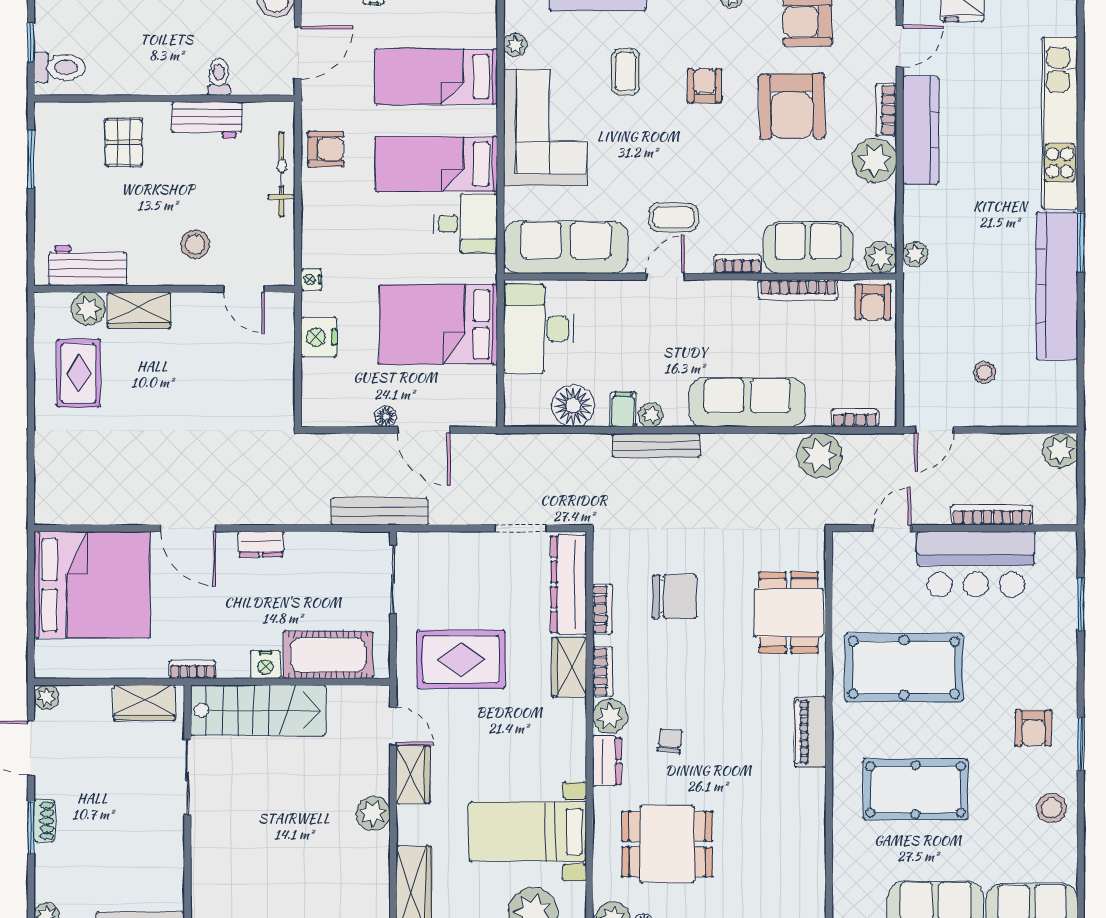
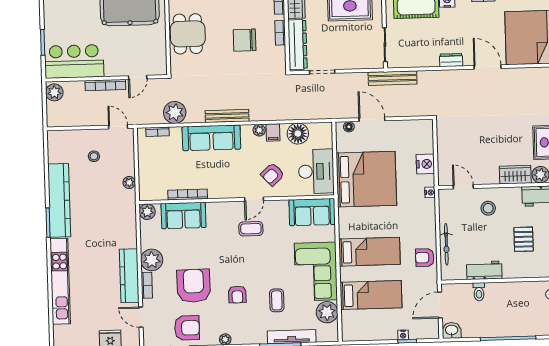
plant: (515, 45) -> (327, 312), width x1.88, depth x1.88
door: (900, 46) -> (141, 317), hinge flipped
pallet: (124, 142) -> (524, 239), moved
desk: (465, 224) -> (354, 223), removed
sofa: (566, 247) -> (312, 212), width x0.73
plant: (915, 254) -> (129, 182), moved
bookcase: (738, 264) -> (218, 206), removed
armchair: (873, 302) -> (273, 174), moved, turned -133
bed: (438, 325) -> (366, 179), width x1.36
floor lamp: (386, 416) -> (349, 127), moved
door: (934, 430) -> (118, 127), hinge flipped
bench: (656, 445) -> (227, 116), moved
plant: (1060, 451) -> (54, 92), moved
bookcase: (992, 515) -> (105, 85), moved
bar counter: (976, 564) -> (74, 61), moved

